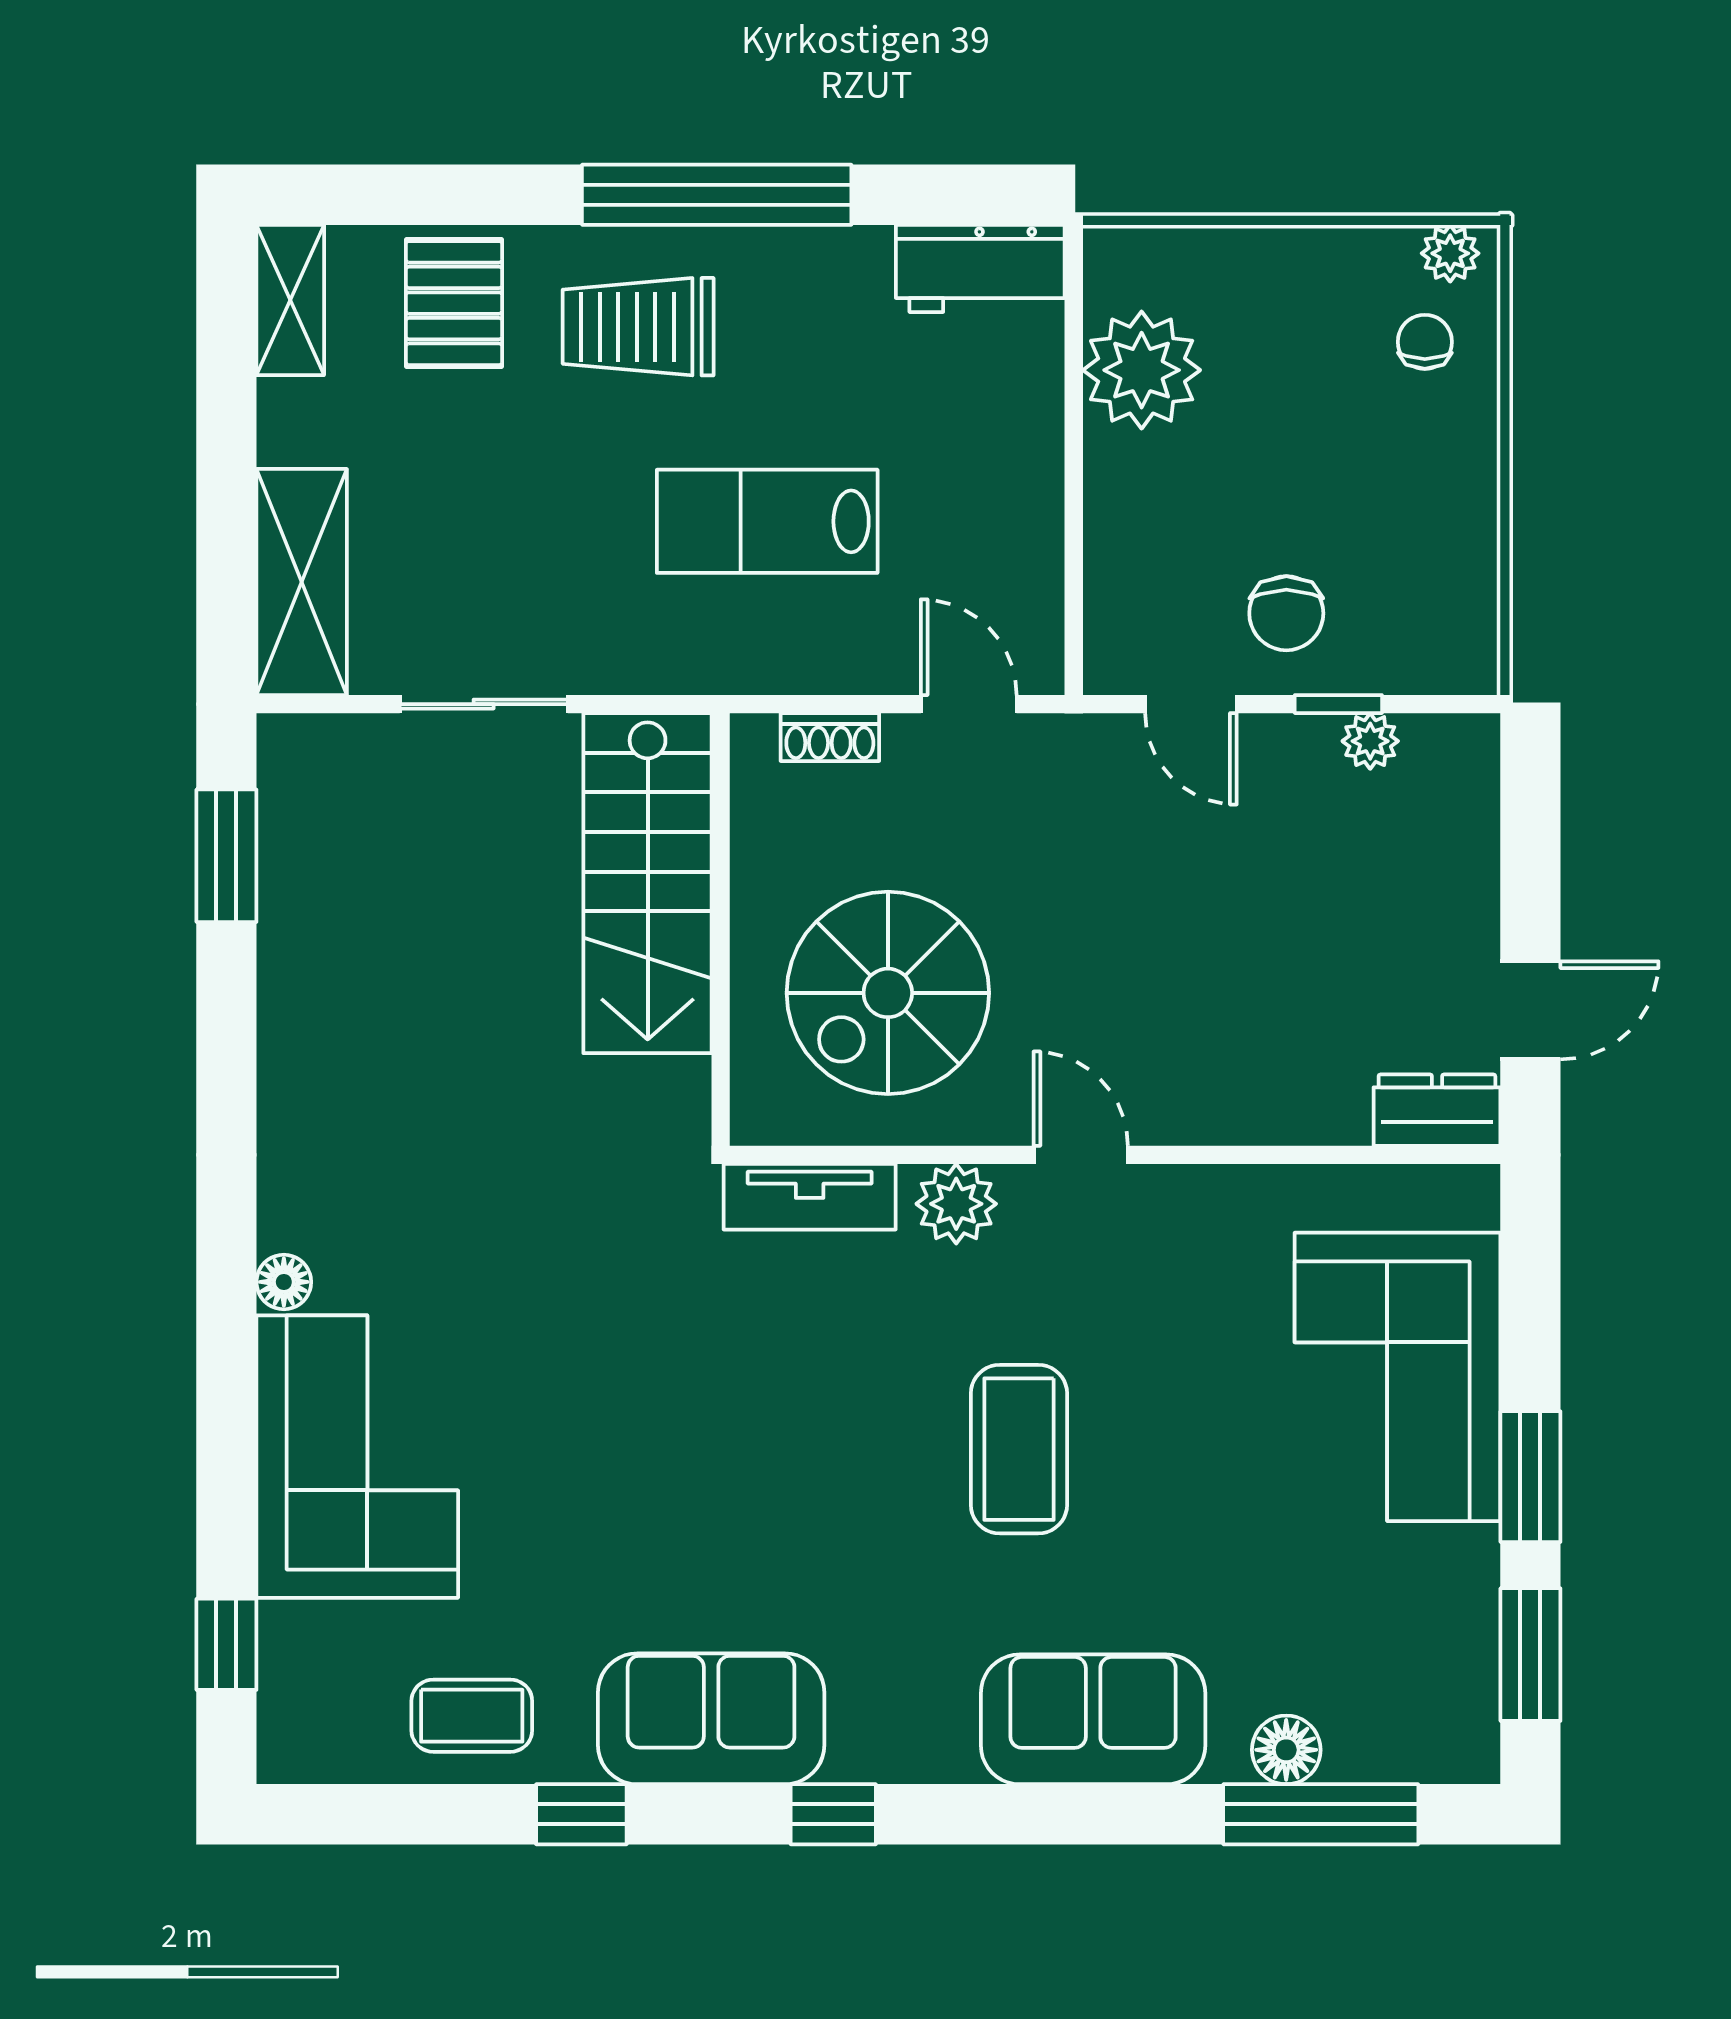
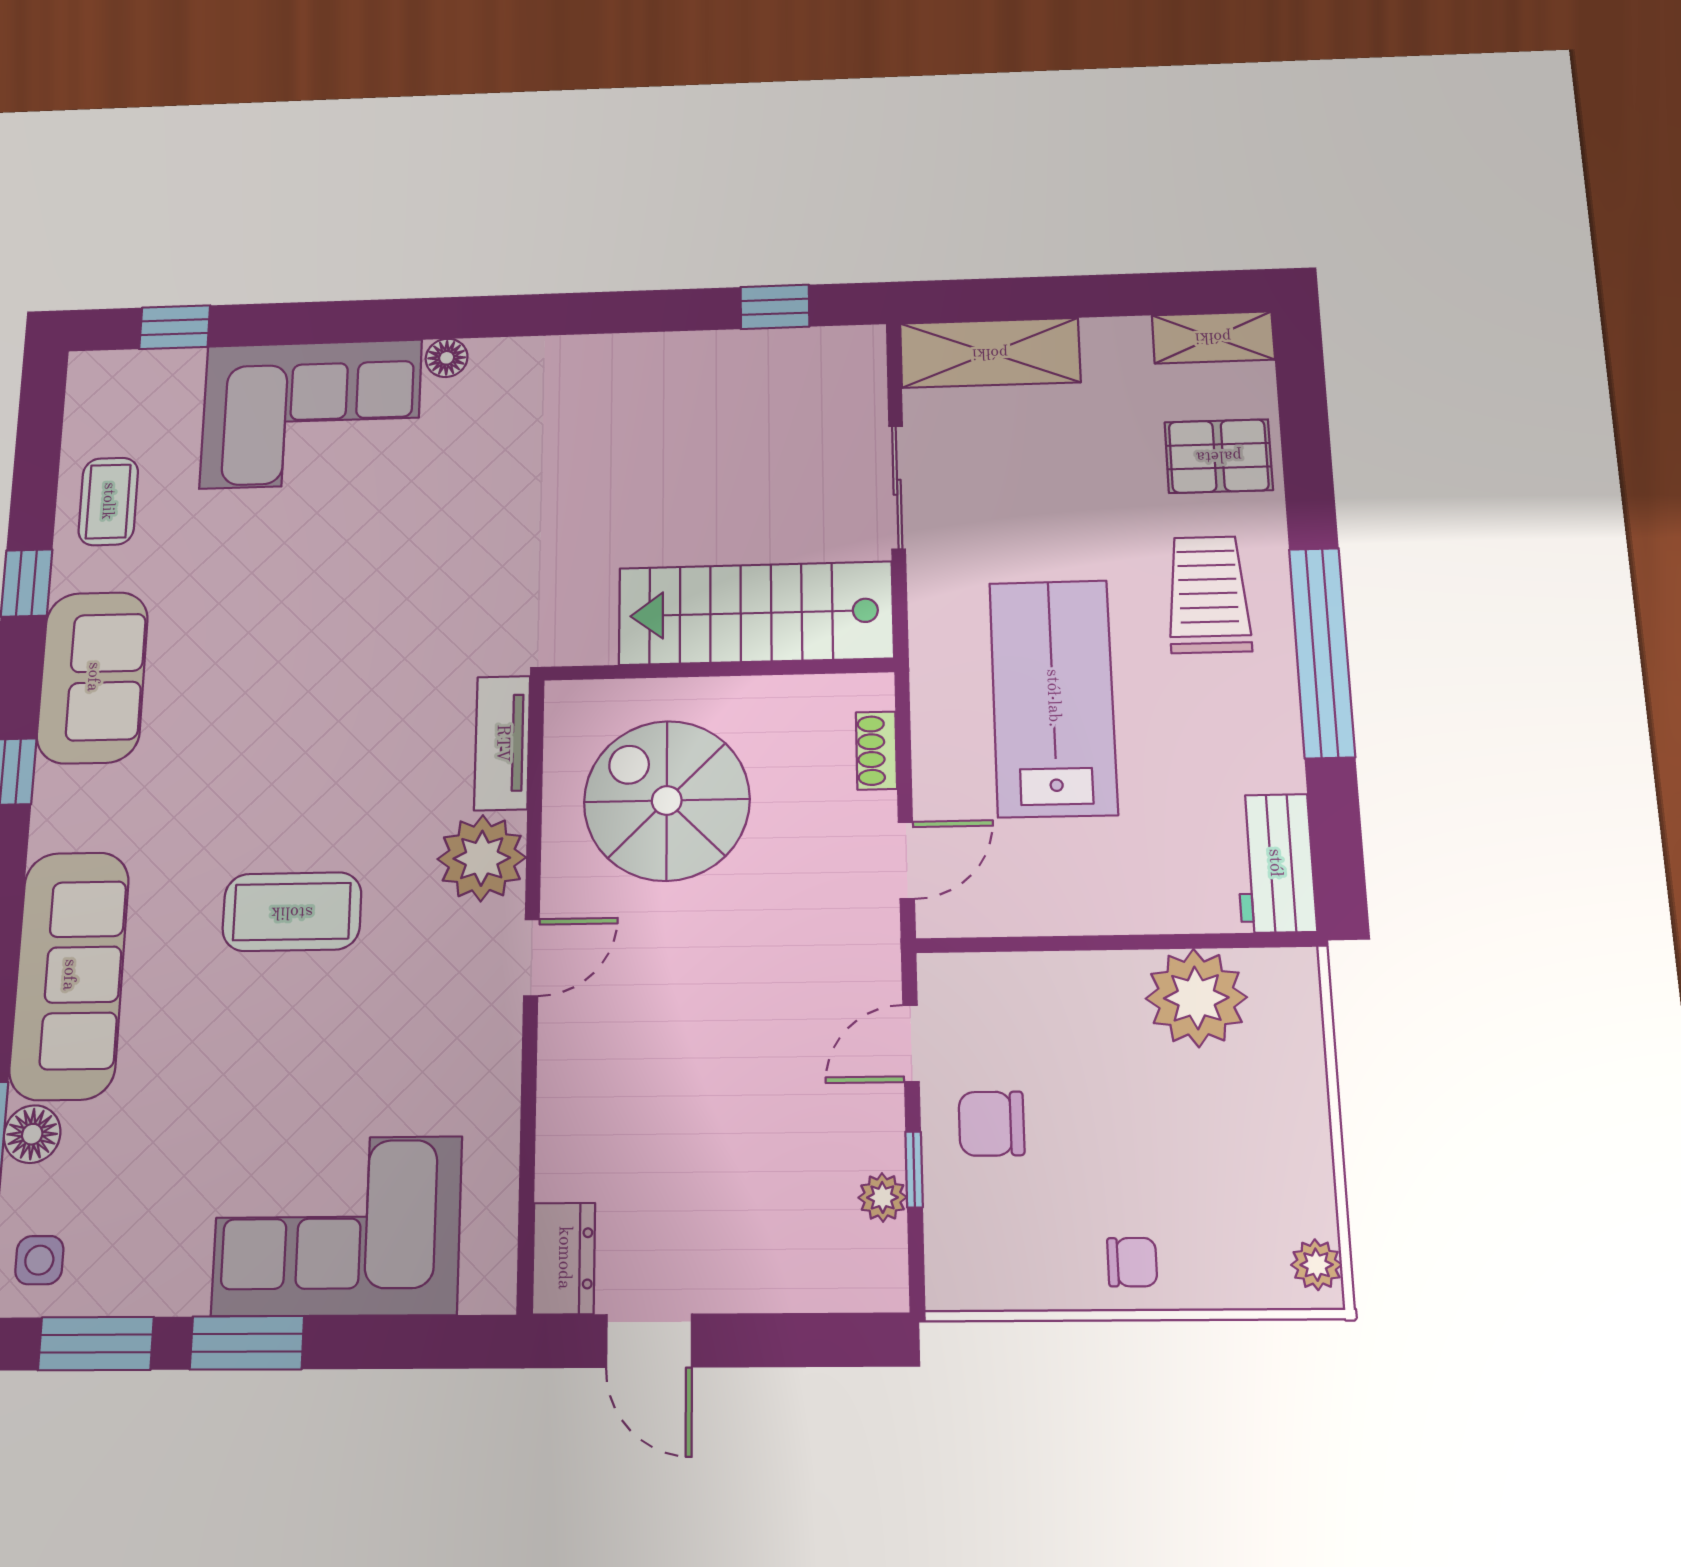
chair: (1425, 342) -> (1132, 1262), moved
lab bench: (767, 521) -> (1053, 698), width x1.36, depth x1.39
window: (226, 856) -> (775, 307), width x0.67
plant: (956, 1204) -> (482, 858), width x1.36, depth x1.36
sofa: (1093, 1719) -> (69, 975), width x1.36
side table: (1434, 1729) -> (39, 1260), added

